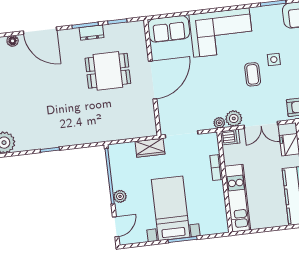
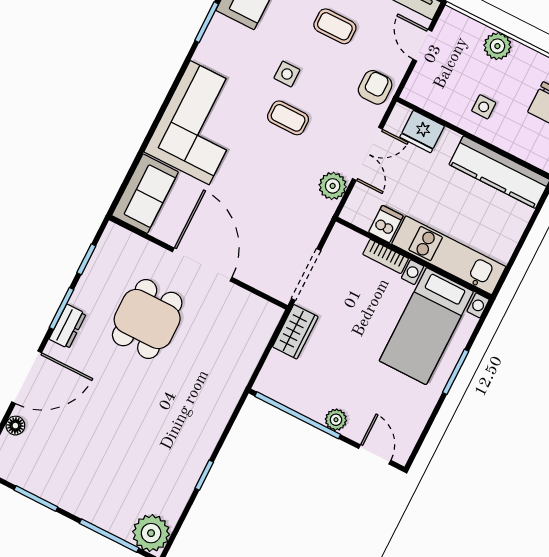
dresser: (92, 33) -> (68, 326), moved
plant: (219, 123) -> (325, 210), removed
dishwasher: (230, 137) -> (386, 224), moved
bed with nightstands: (171, 208) -> (426, 326), moved, turned -90

